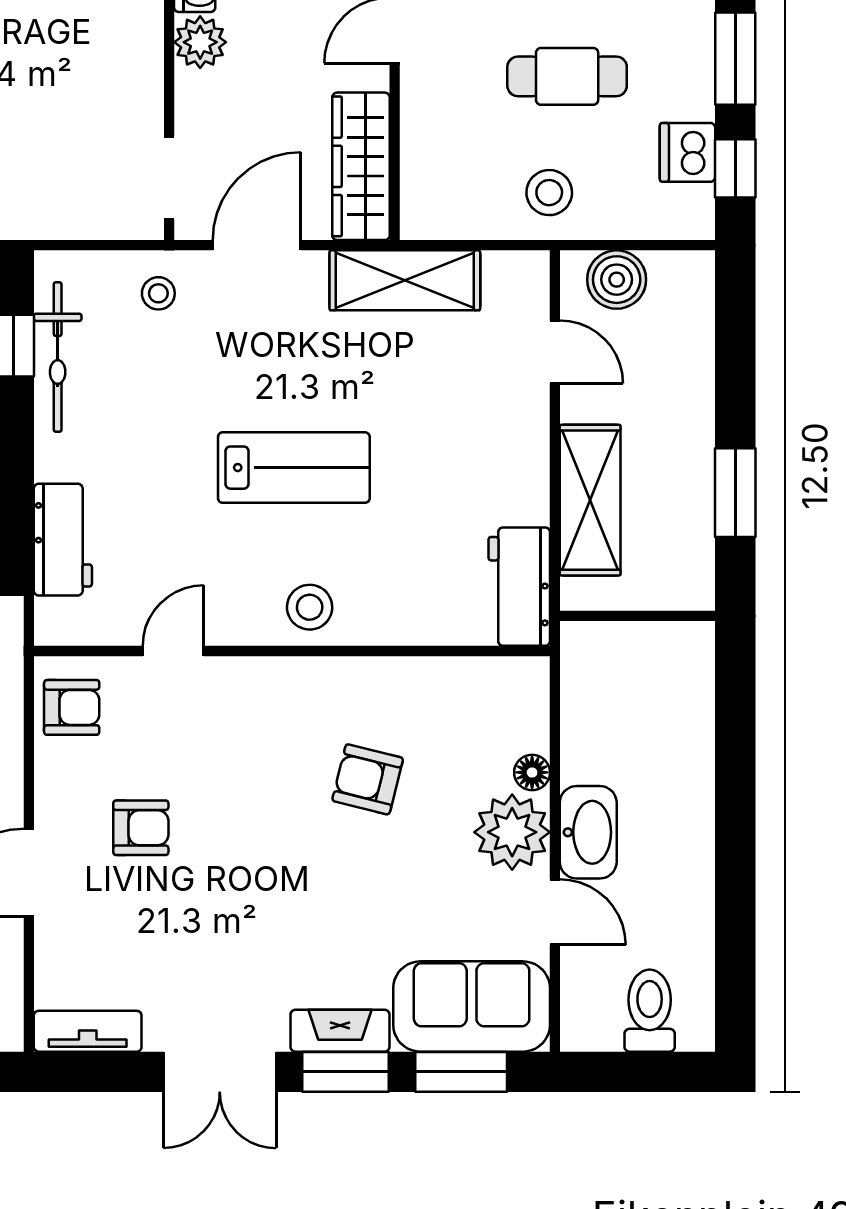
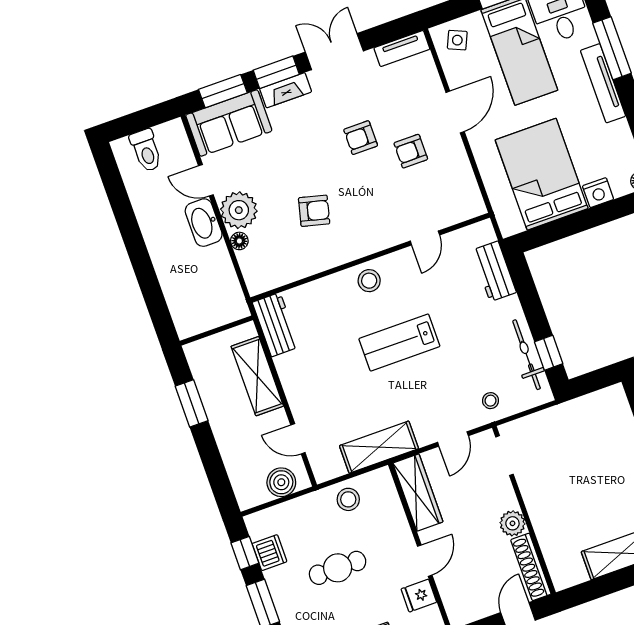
stool: (549, 193) -> (348, 499), moved
door: (257, 245) -> (453, 439), width x0.73
armchair: (72, 707) -> (361, 138), moved

